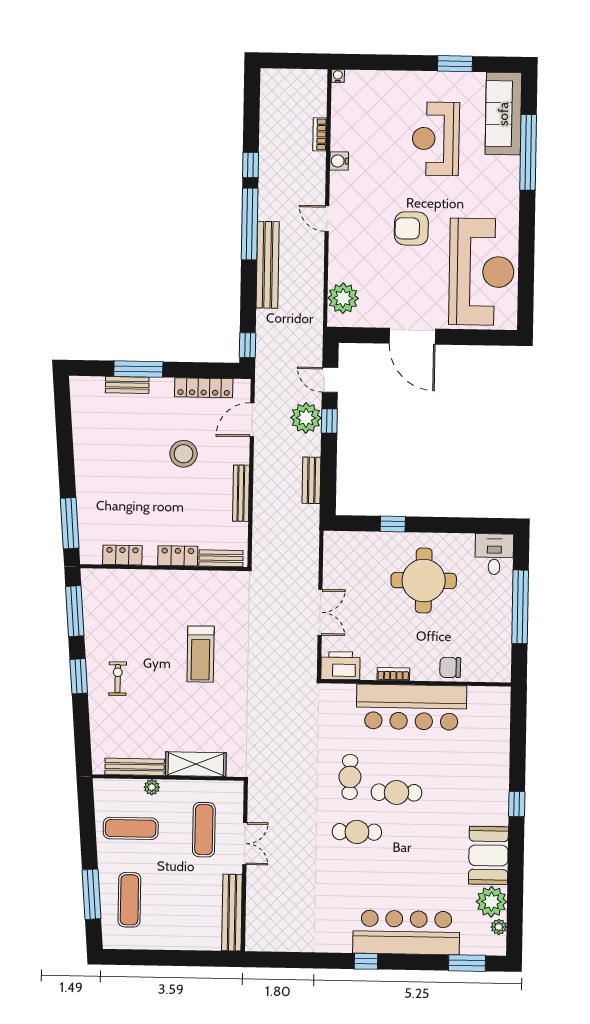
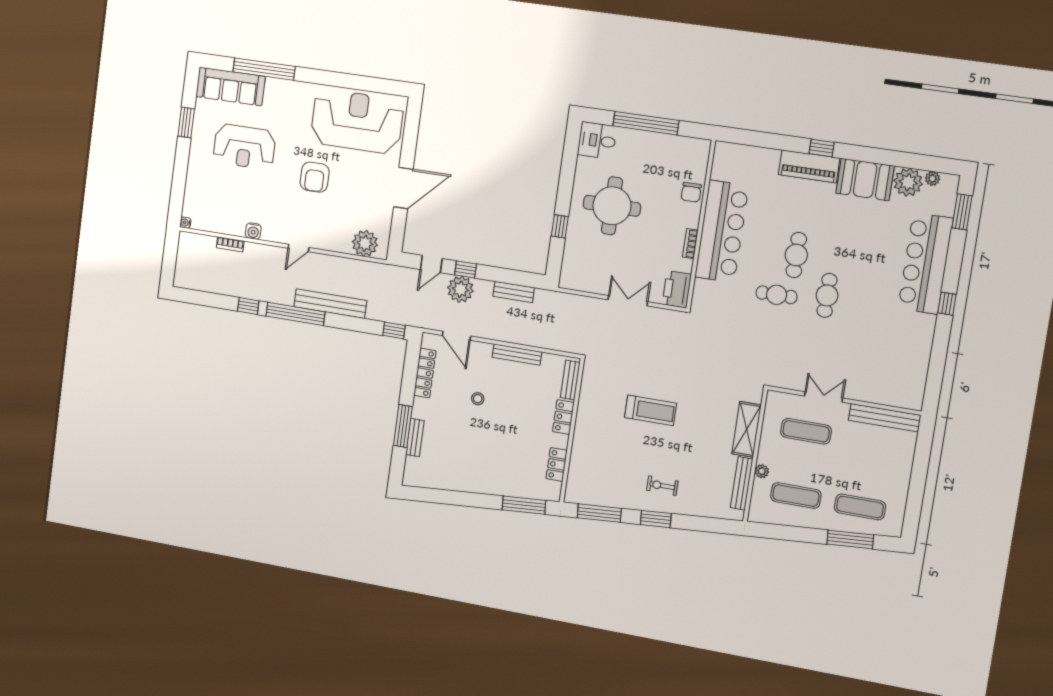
stool: (183, 454) -> (478, 399), width x0.53, depth x0.53
piano: (495, 793) -> (809, 166), added
exercise mat: (131, 828) -> (796, 496), turned 90

